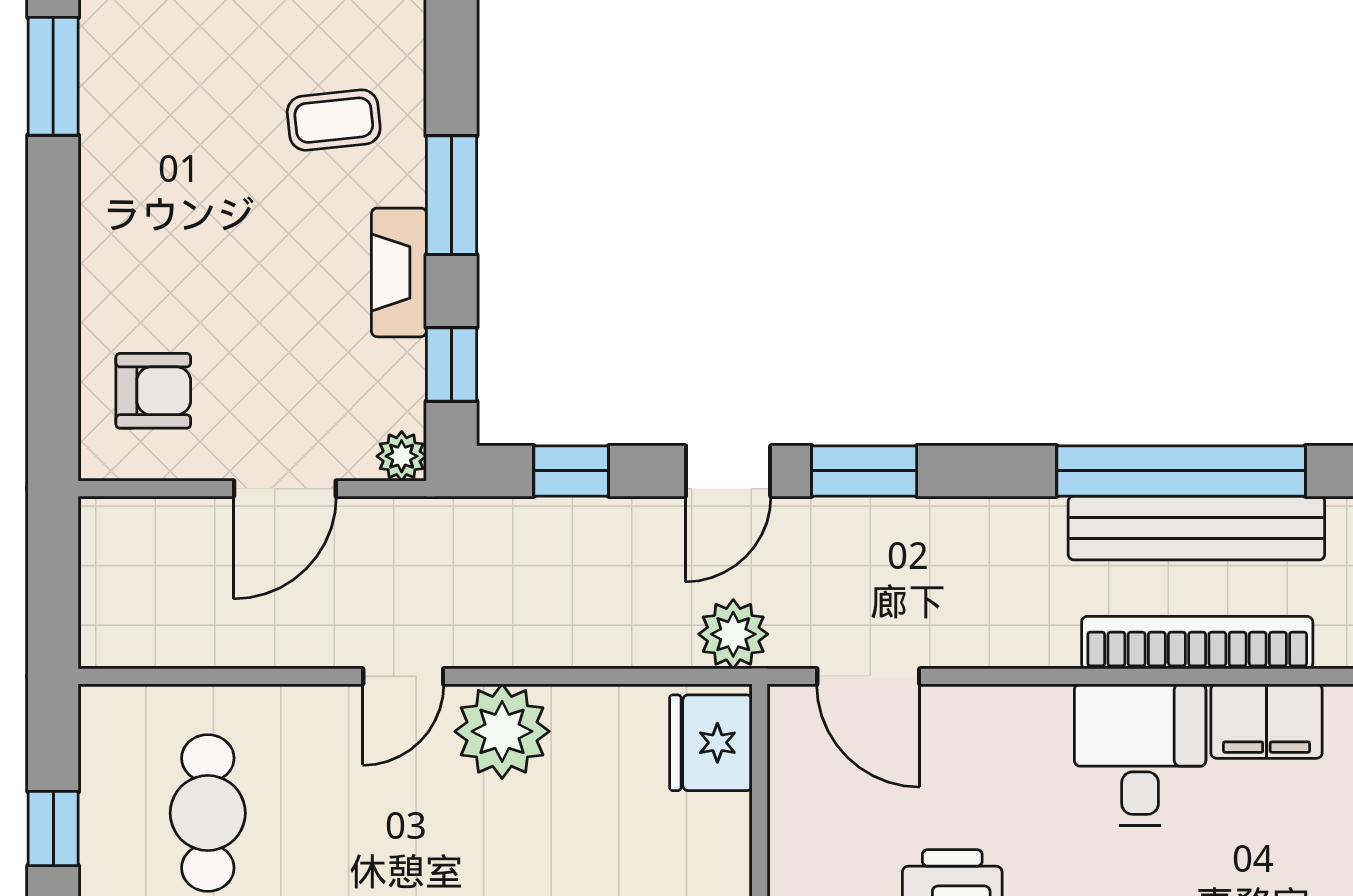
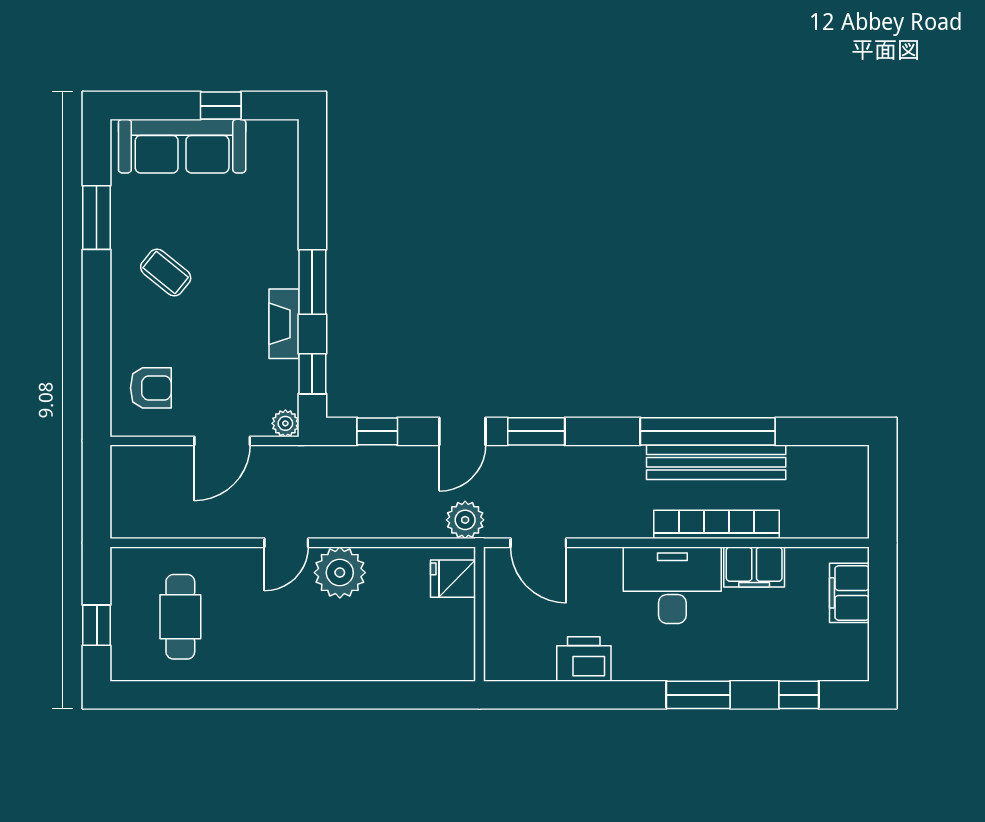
coffee table: (334, 120) -> (166, 273), moved, turned 45
fridge: (711, 743) -> (453, 579), width x0.72
desk: (1140, 755) -> (672, 585), width x1.37

